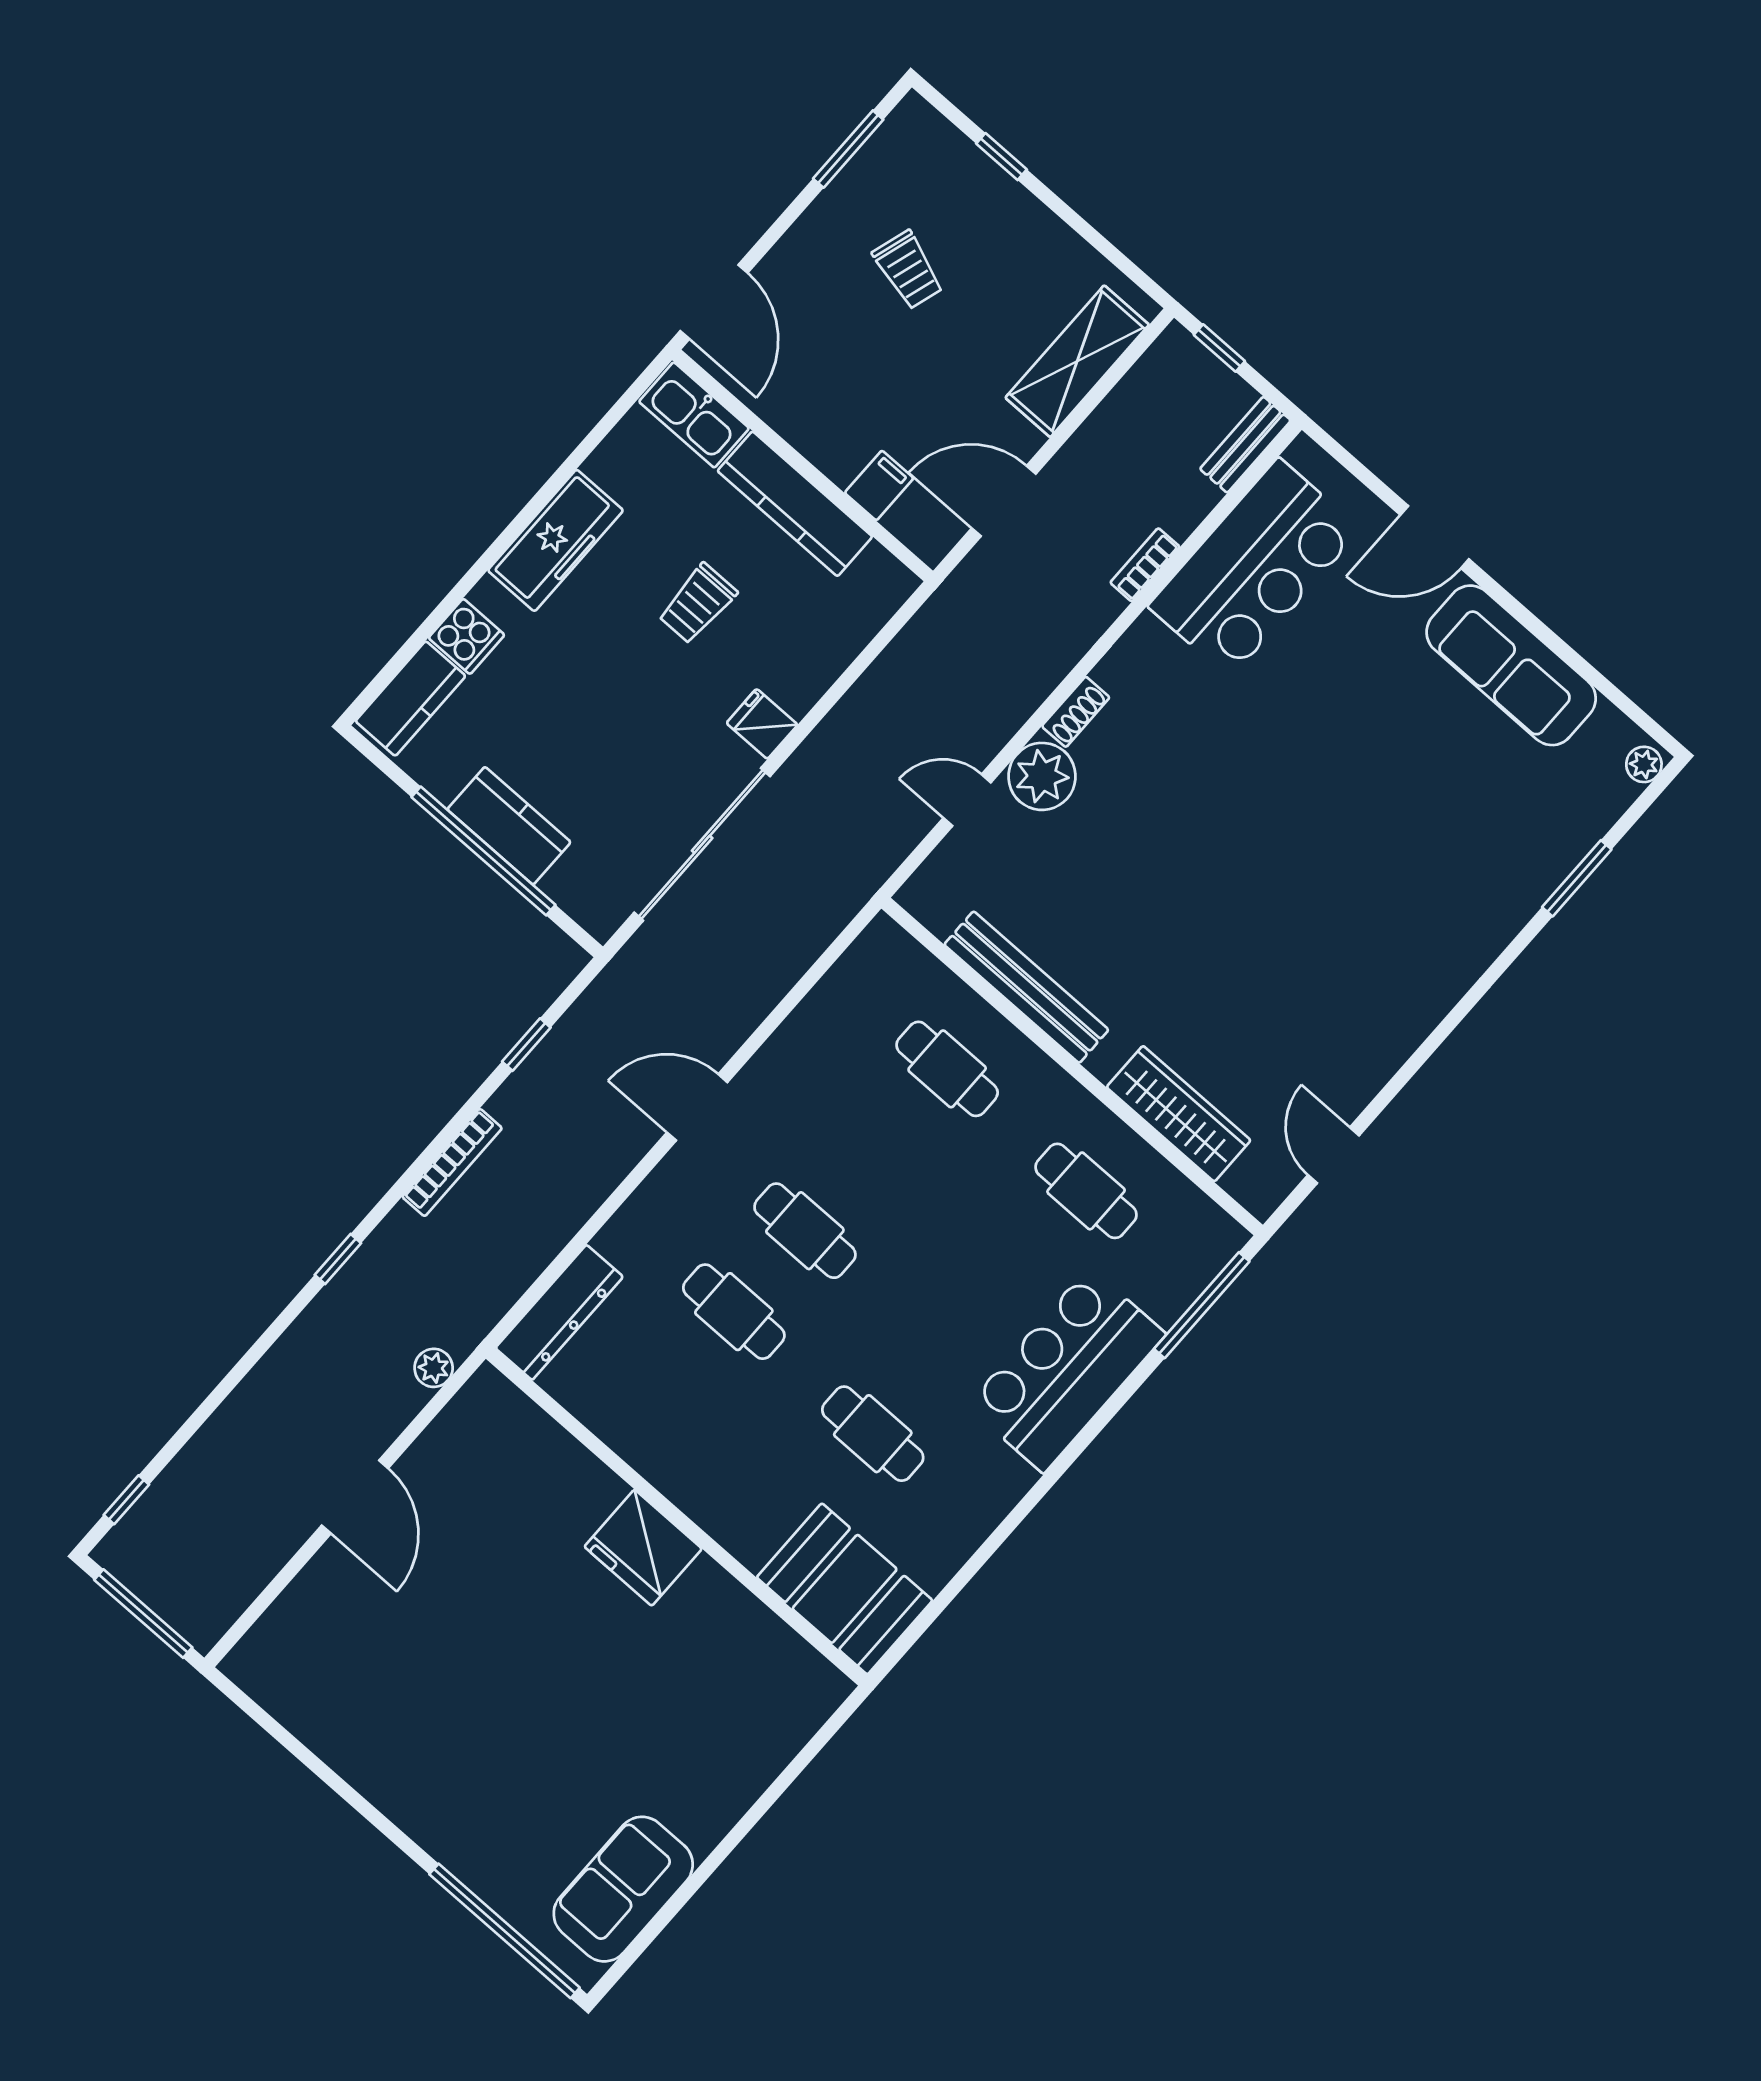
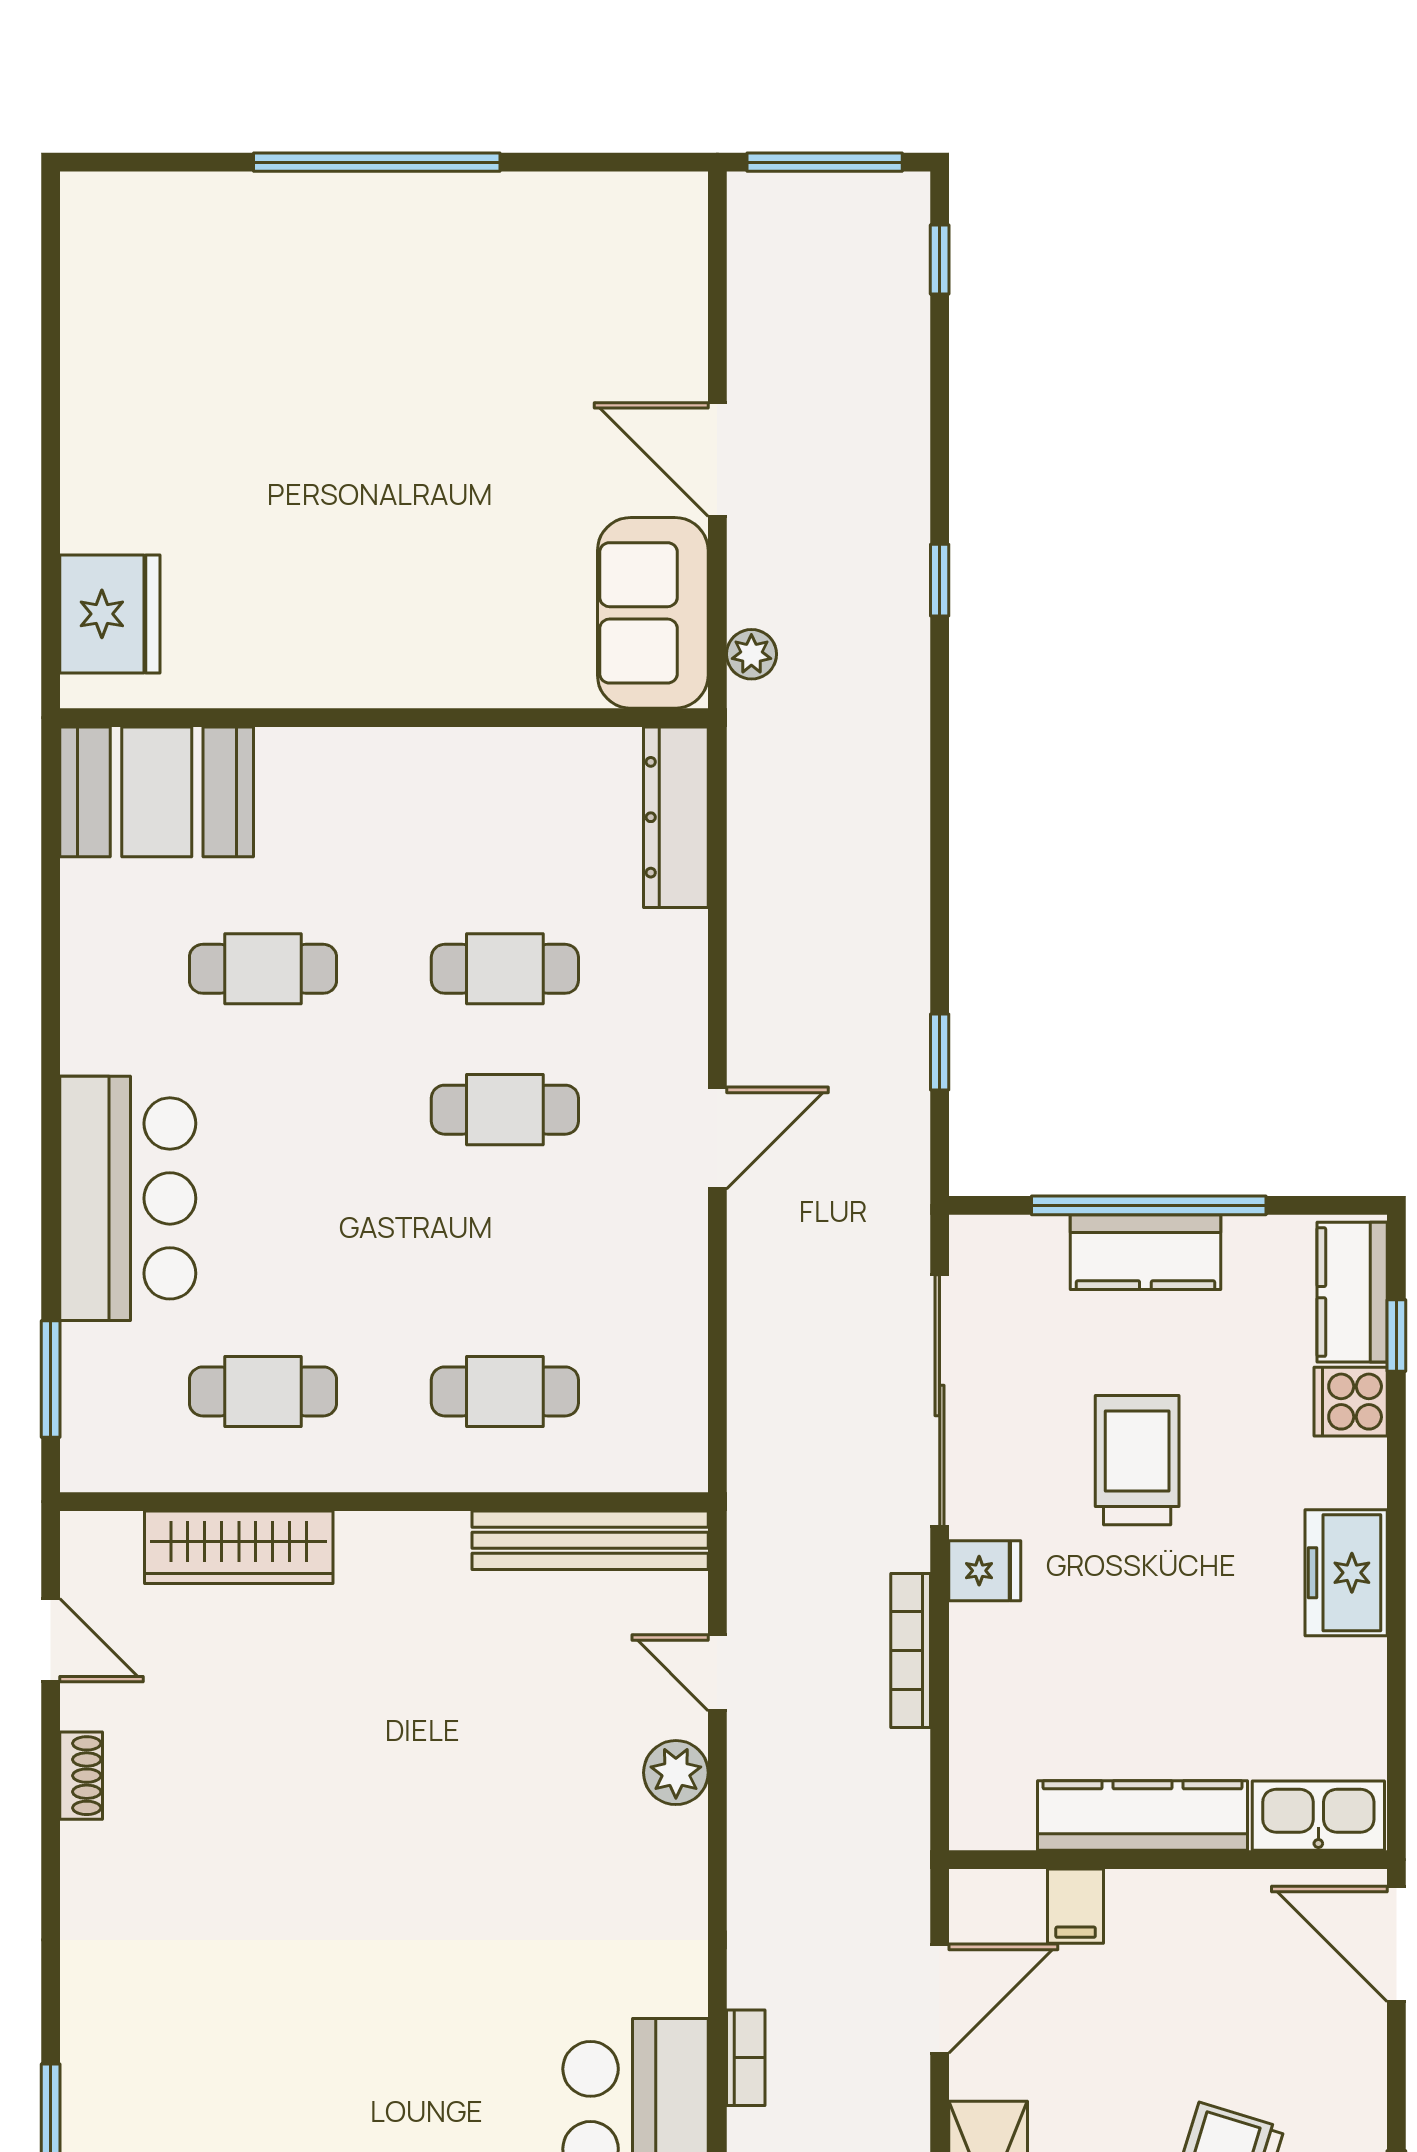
freezer: (555, 540) -> (1346, 1573), width x0.71
trolley: (698, 604) -> (1137, 1460), moved, width x1.36, depth x1.39
window: (407, 651) -> (1396, 1336), added
shoe rack: (1076, 712) -> (81, 1776), moved, turned 180
plant: (1042, 776) -> (676, 1773), width x0.73, depth x0.73
door: (967, 800) -> (717, 1673), swing flipped
bench: (1026, 987) -> (590, 1540), moved
bookcase: (452, 1163) -> (911, 1651), moved
window: (338, 1259) -> (940, 580), moved
window: (1202, 1305) -> (51, 1379), width x0.69
fridge: (643, 1548) -> (110, 614), moved, turned 90
sofa: (623, 1889) -> (653, 613), moved, turned 180
window: (505, 1931) -> (377, 162), moved

